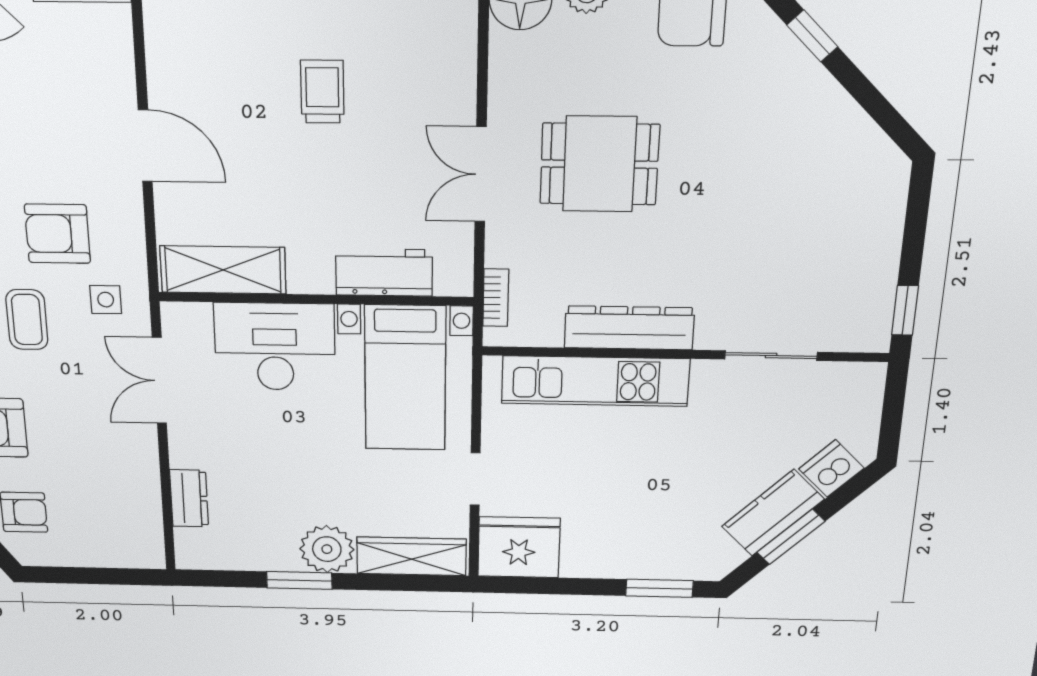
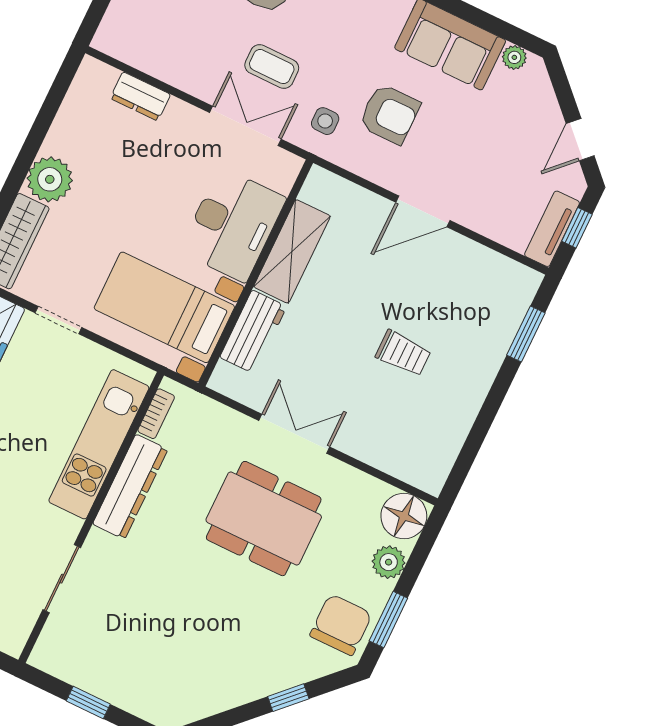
dining table: (599, 164) -> (264, 519), width x1.38
armchair: (57, 234) -> (389, 114), turned 90
shelving: (223, 270) -> (292, 251), moved
bookcase: (496, 298) -> (156, 414), moved, turned -90
window: (905, 310) -> (88, 702), moved
coffee table: (27, 320) -> (272, 67), moved
window: (299, 580) -> (32, 144), removed

